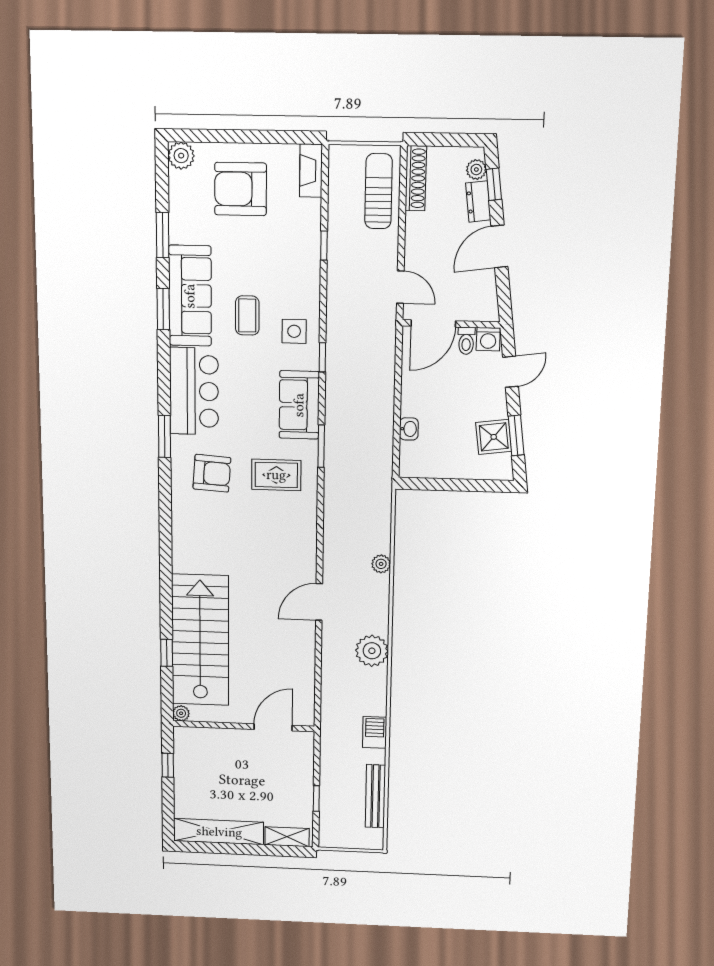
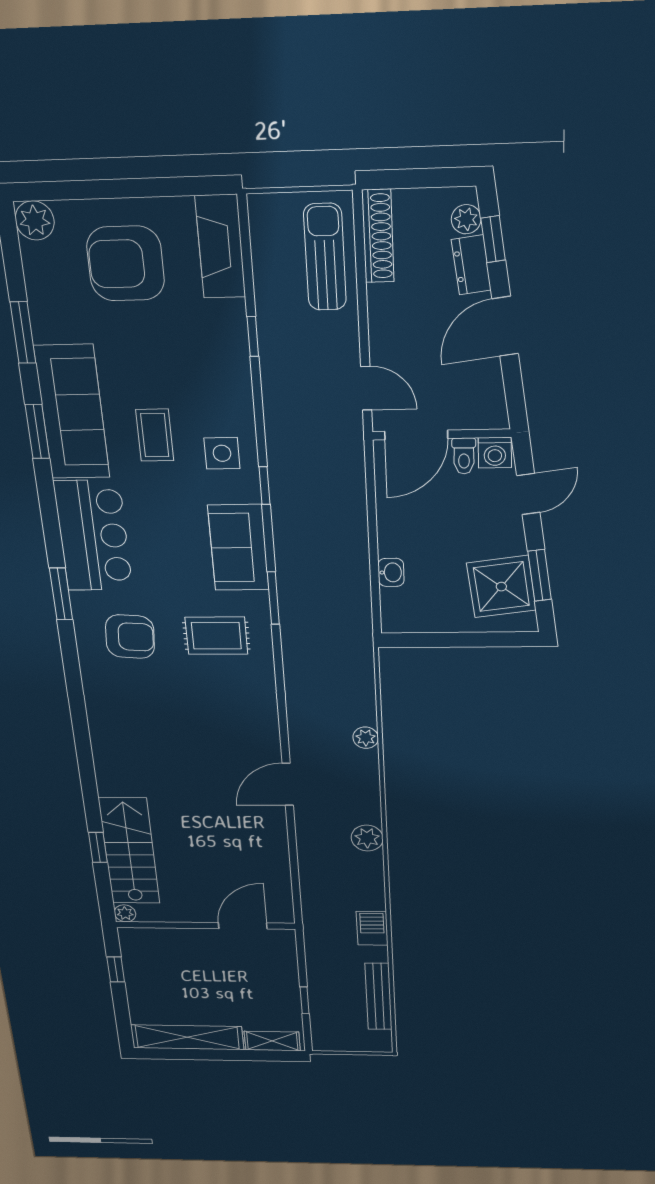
fireplace: (311, 171) -> (220, 247), width x1.37, depth x1.32
shower: (494, 437) -> (501, 587), width x1.36, depth x1.36
stairs: (200, 640) -> (129, 851), width x0.73, depth x0.66
plant: (372, 651) -> (367, 838), width x0.73, depth x0.73

